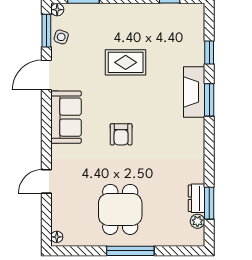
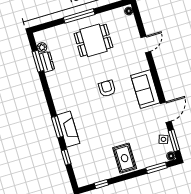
rug: (126, 62) -> (125, 158), moved, turned 90
dining table: (120, 209) -> (93, 40), turned 90

